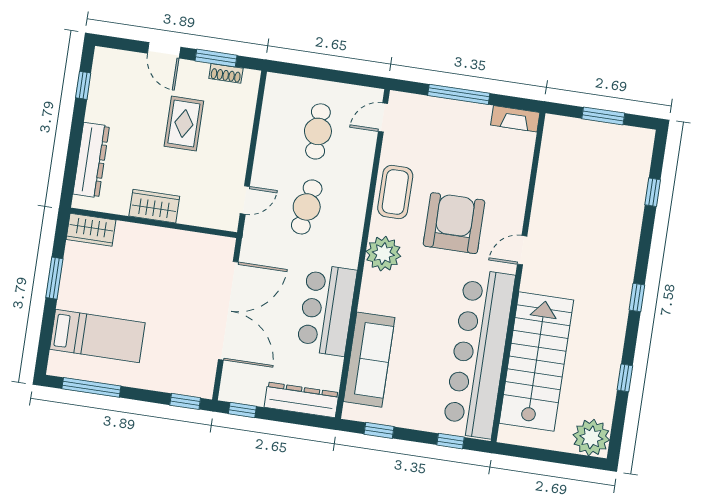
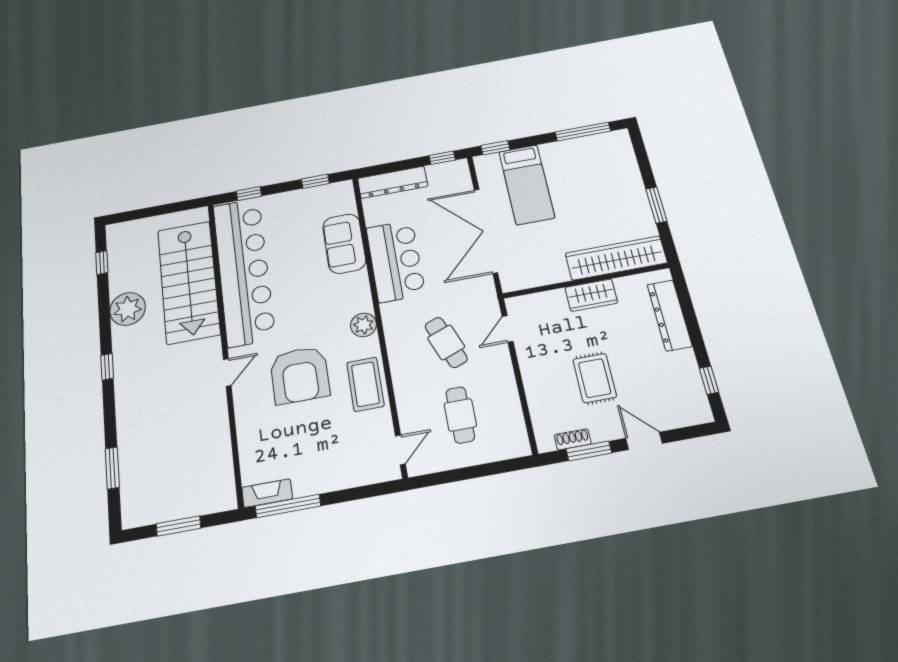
window: (459, 94) -> (288, 506), moved
window: (653, 192) -> (112, 468), width x1.50
cafe table: (307, 207) -> (446, 342), turned -30
wardrobe: (91, 230) -> (616, 258), width x2.10, depth x1.17
plant: (383, 254) -> (363, 325), width x0.73, depth x0.73
bed: (97, 336) -> (527, 184), moved, turned -90
sofa: (369, 360) -> (344, 244), width x0.73
window: (625, 378) -> (102, 263), moved
plant: (591, 437) -> (128, 309), moved

